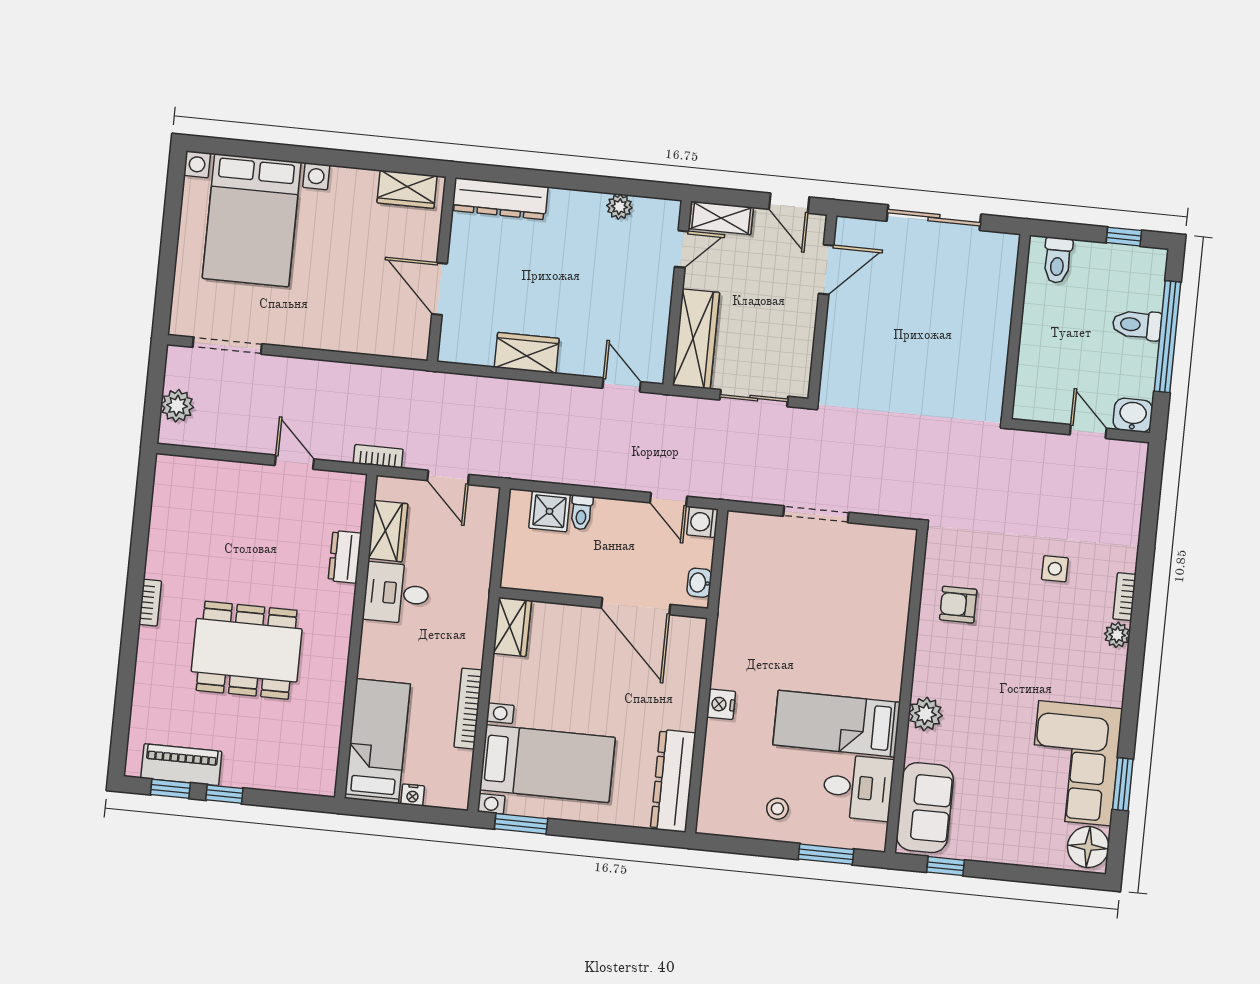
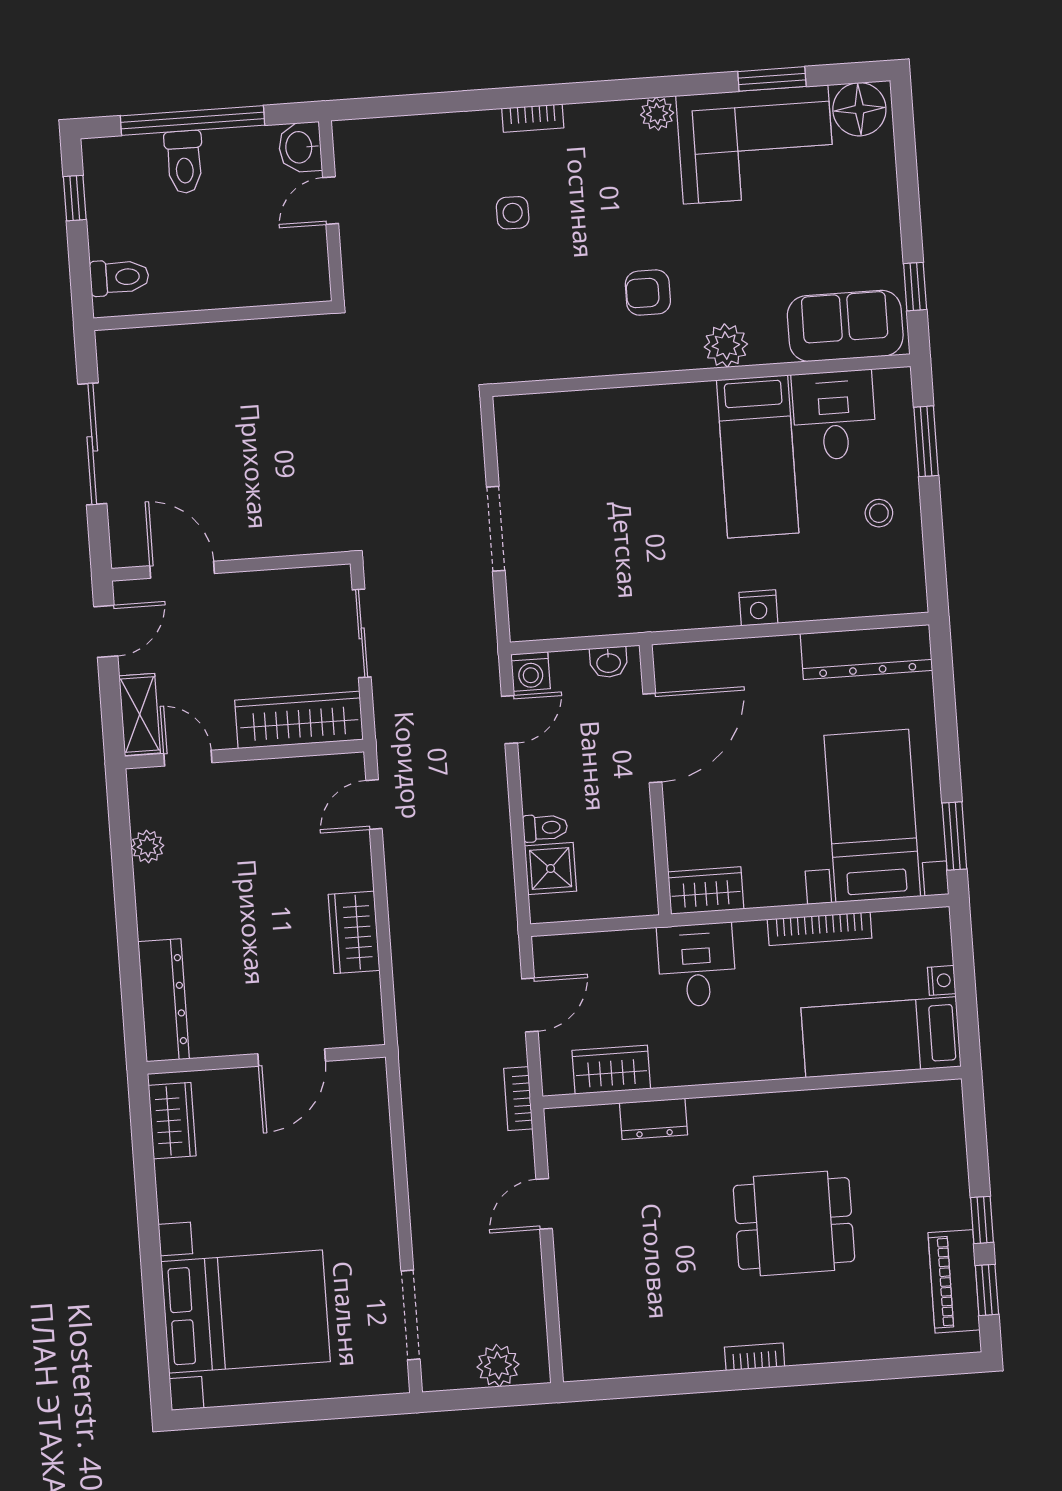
desk: (396, 593) -> (697, 965), moved, turned 180
armchair: (958, 605) -> (648, 293), moved, turned 90
plant: (1117, 635) -> (657, 114), moved
dining table: (247, 650) -> (794, 1223), width x0.73

